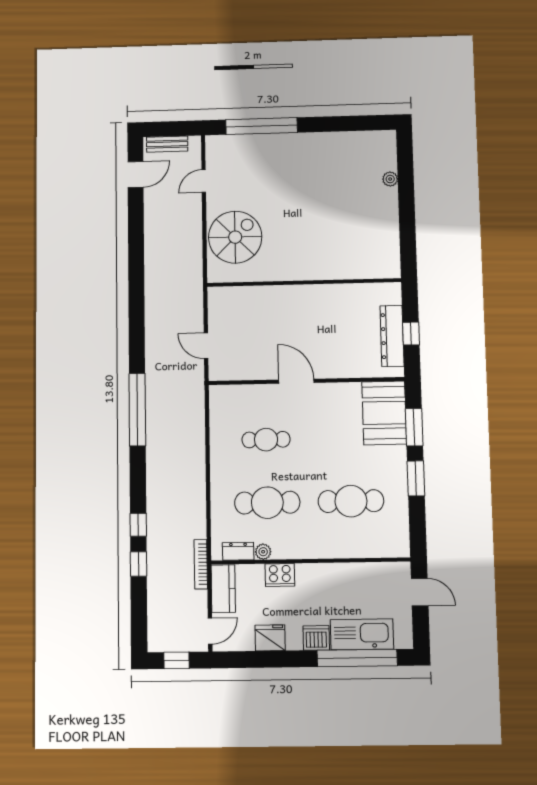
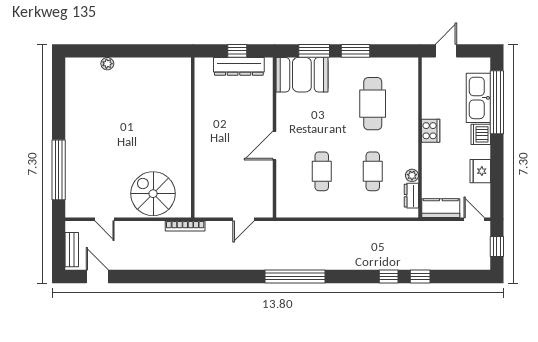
cafe table: (267, 503) -> (373, 171), width x0.73, depth x0.74
bookcase: (201, 564) -> (185, 226), moved
cooker: (280, 575) -> (431, 131), moved

